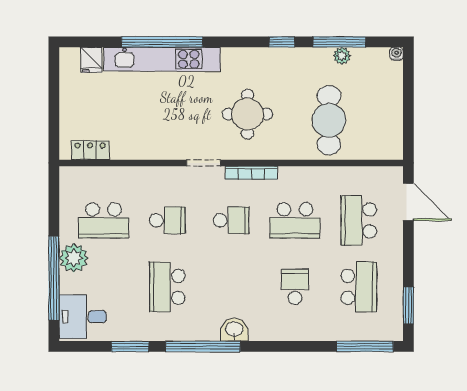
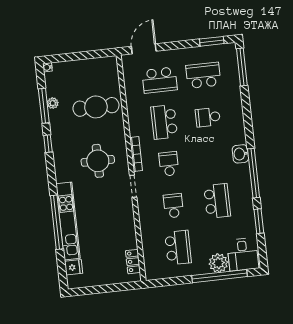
school desk: (295, 220) -> (164, 122), turned 180
plant: (74, 258) -> (218, 263), moved
school desk: (167, 287) -> (217, 201), turned -90

